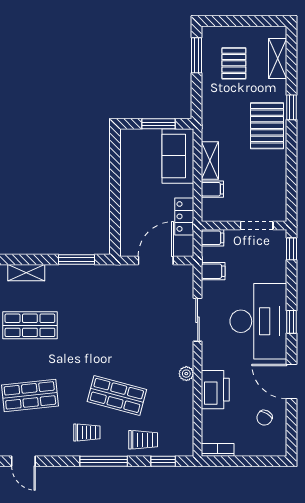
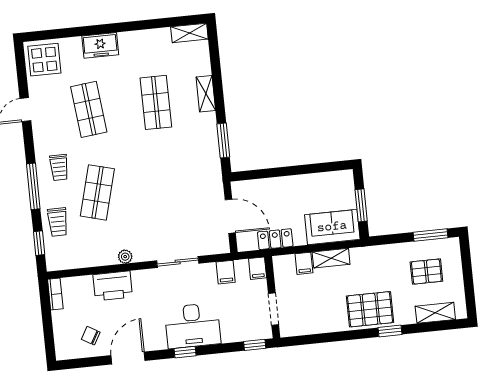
desk: (258, 321) -> (193, 326), width x0.73, depth x0.77

